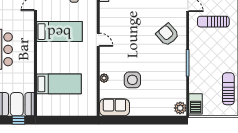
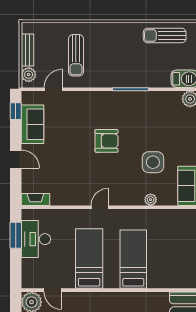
armchair: (167, 35) -> (106, 141), moved, turned -139
bed: (59, 84) -> (133, 259), moved

